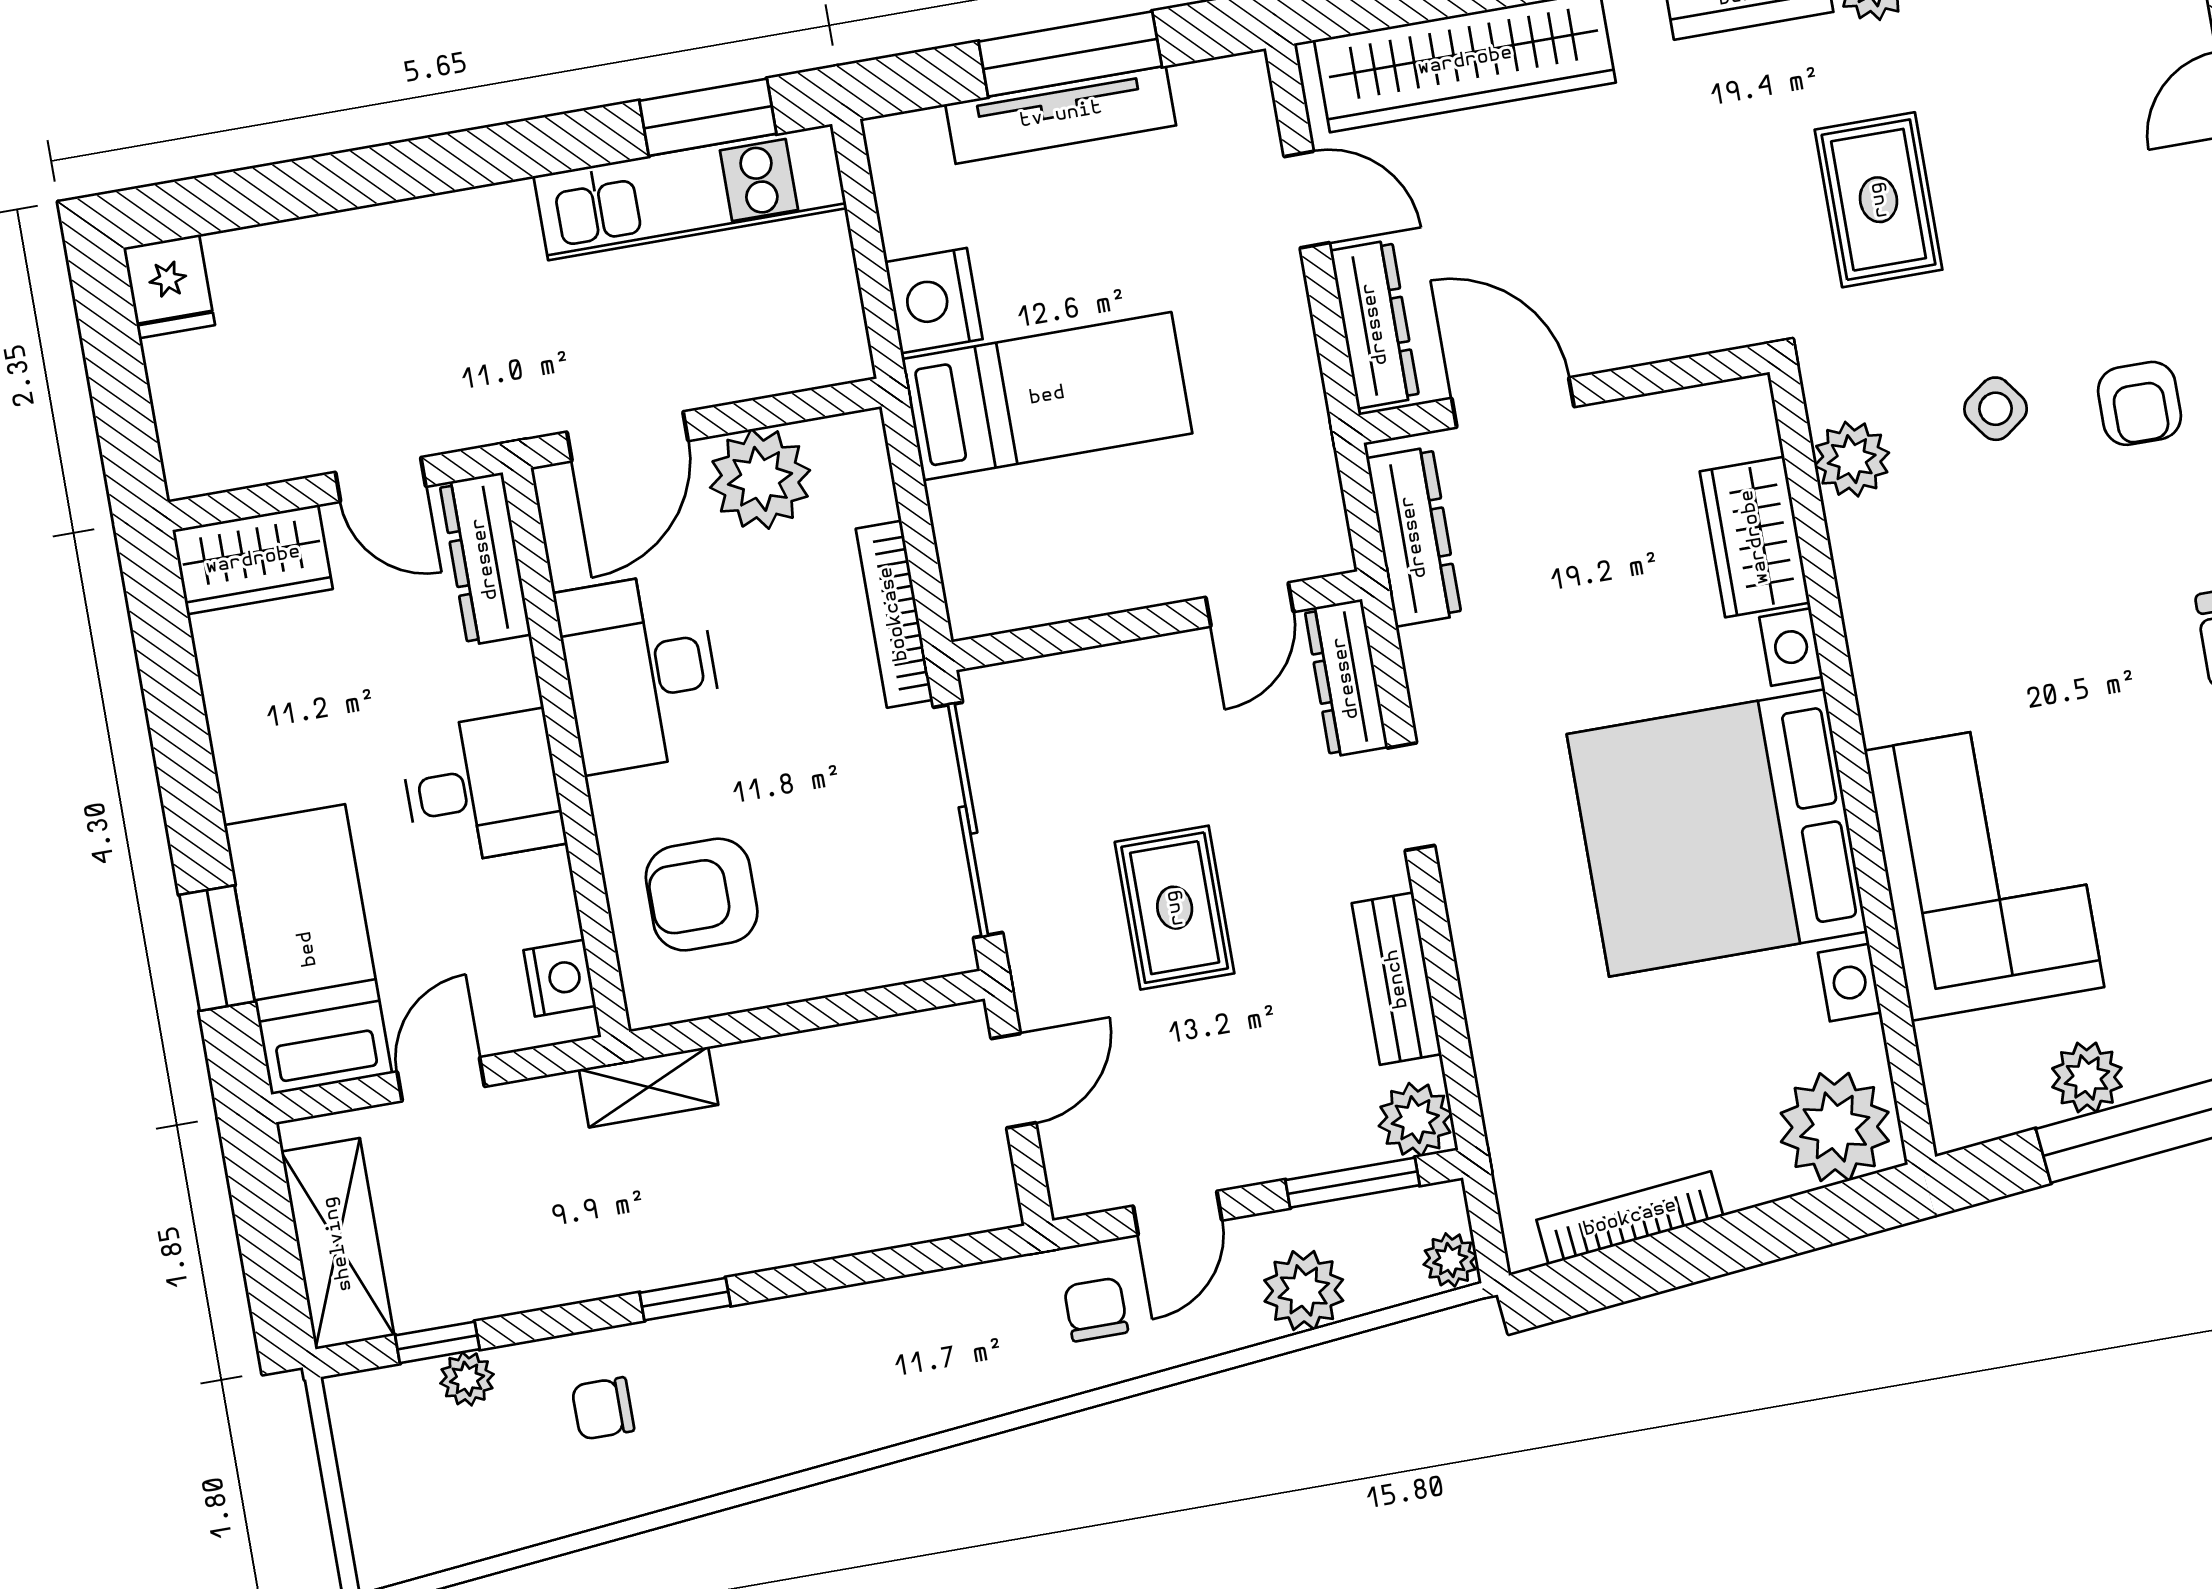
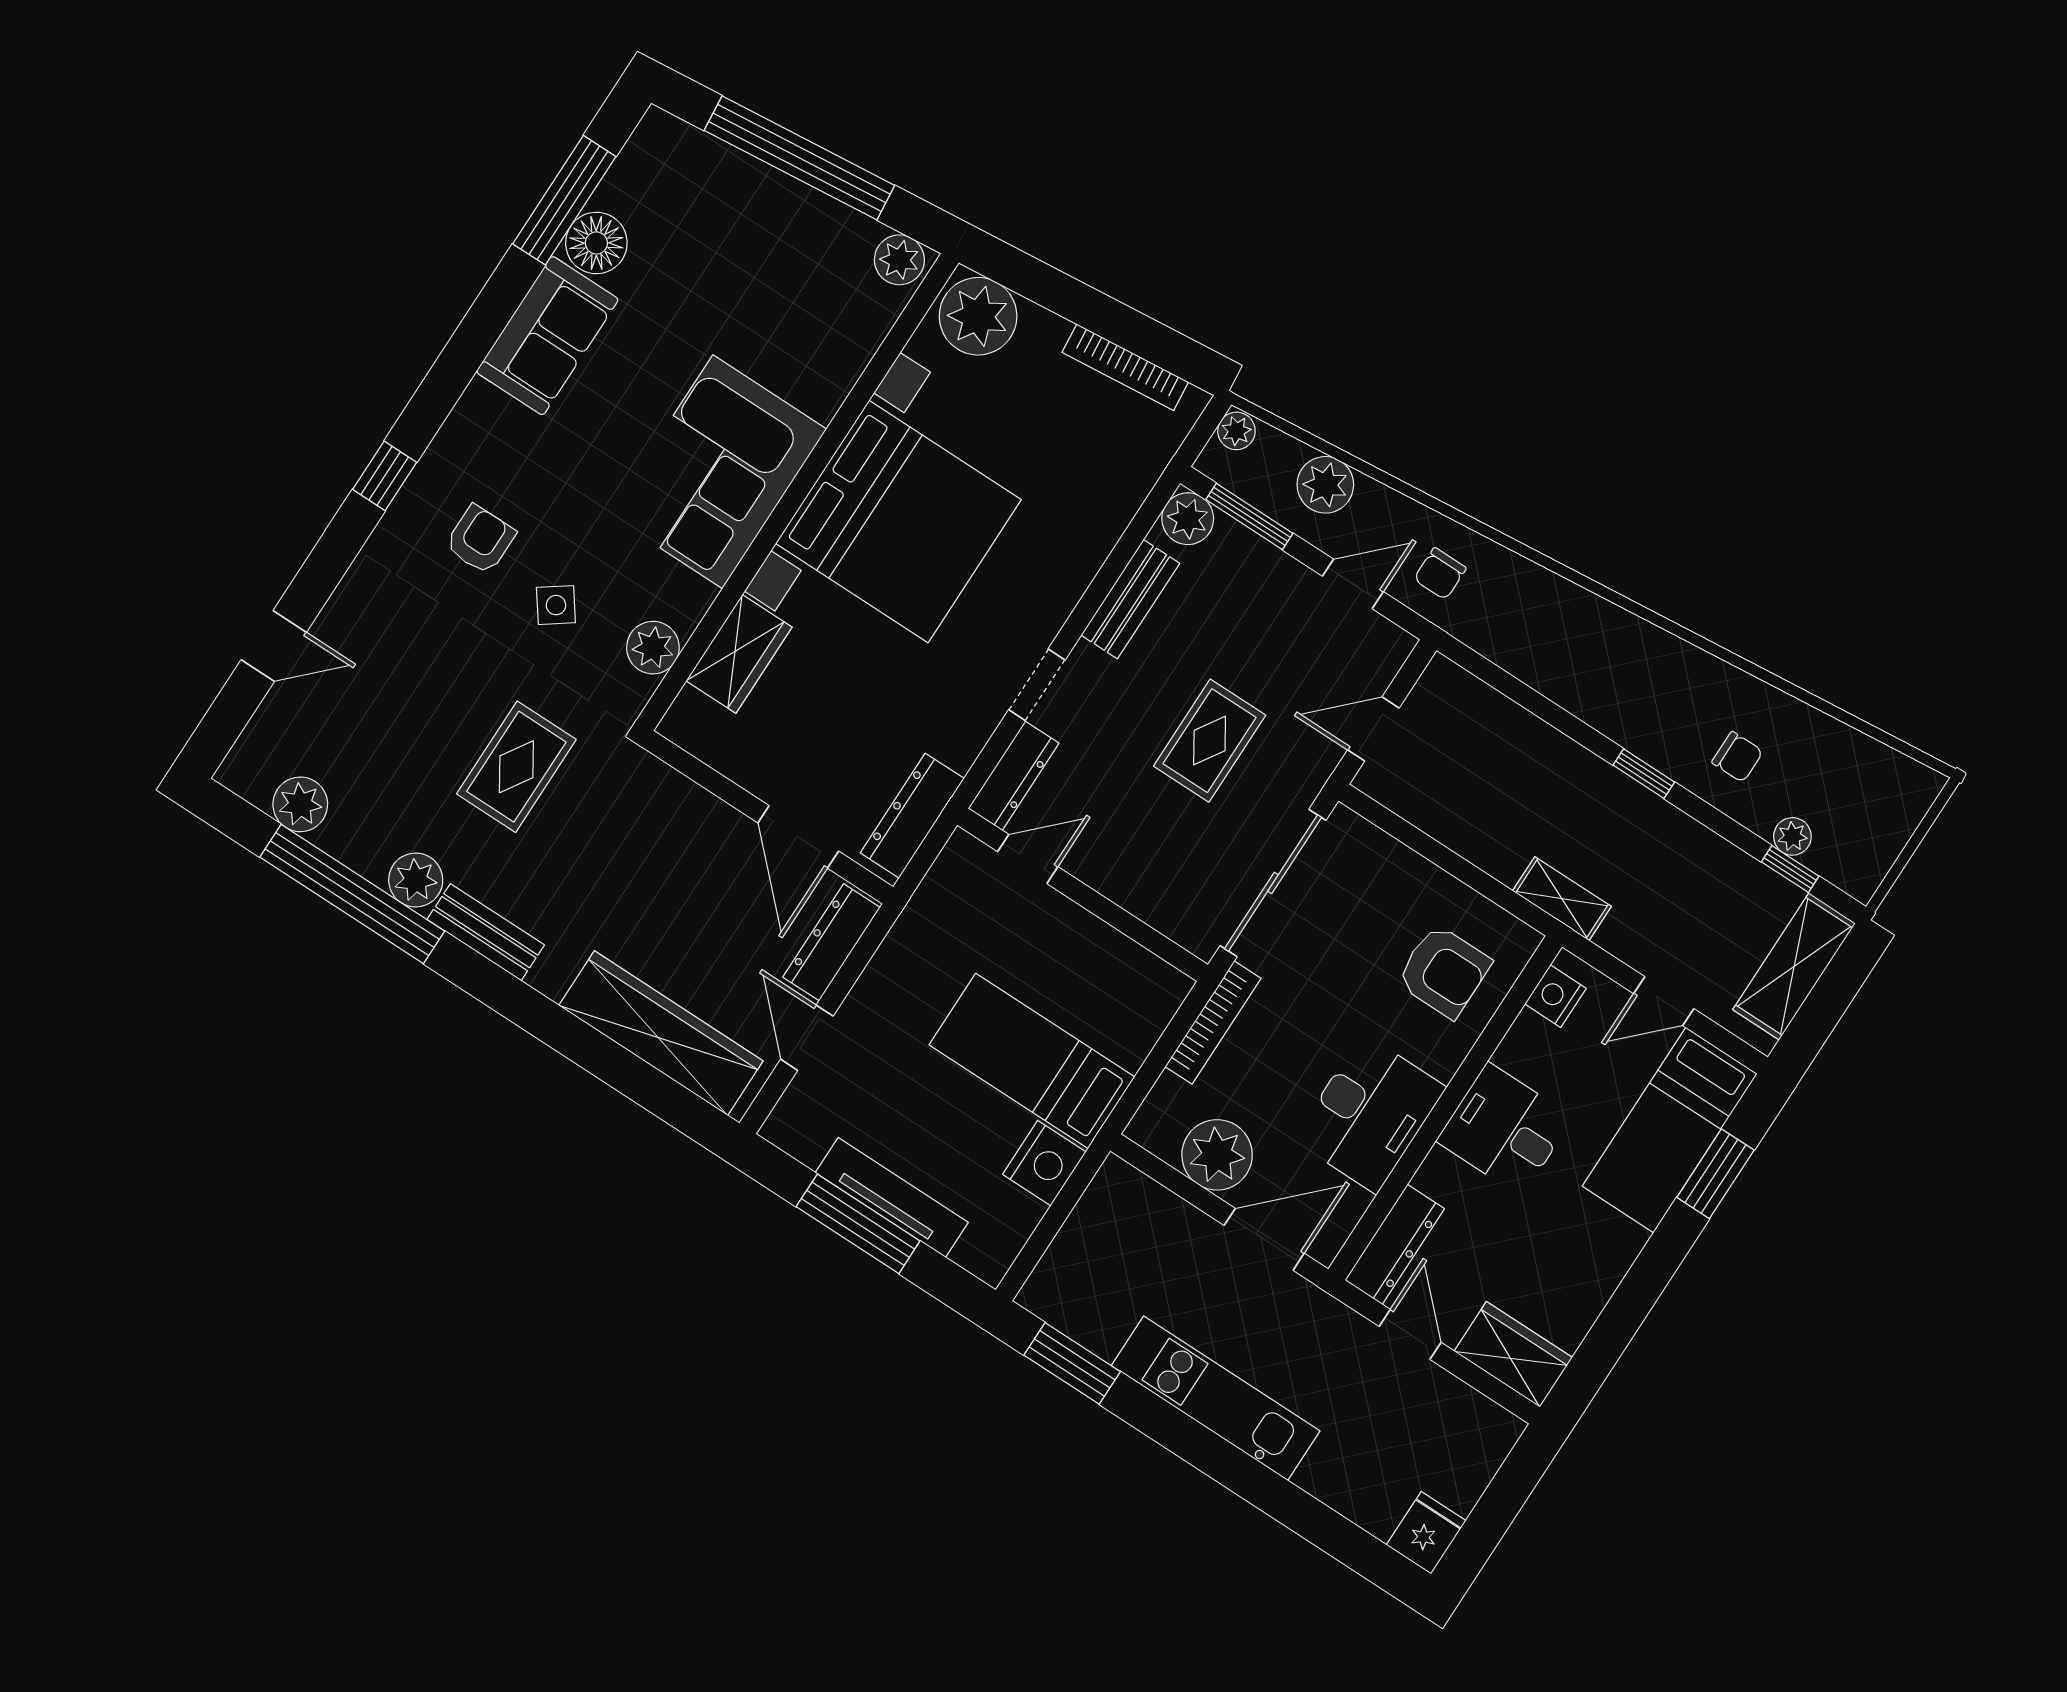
kitchen unit: (690, 192) -> (1216, 1398), moved
corner sofa: (1984, 869) -> (718, 472), moved
plant: (2087, 1077) -> (899, 260), moved

